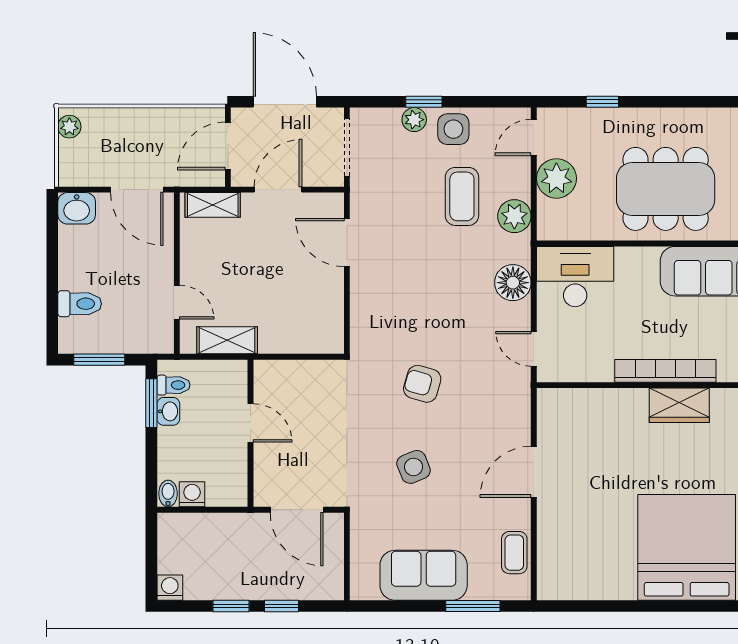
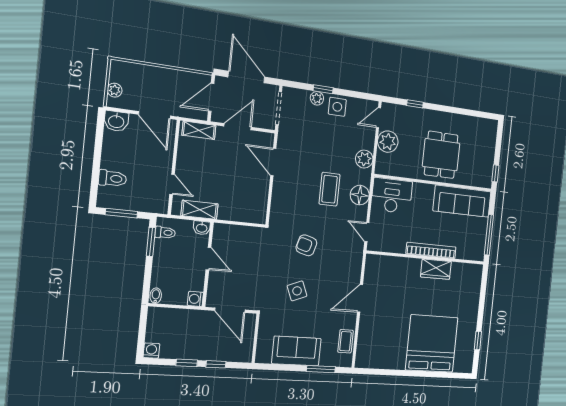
plant: (69, 127) -> (115, 90), moved
dining table: (666, 189) -> (441, 155), width x0.73
coffee table: (462, 196) -> (330, 189), moved
washbasin: (168, 411) -> (202, 228), moved, turned 90
washing machine: (192, 494) -> (195, 299), moved, turned -90

